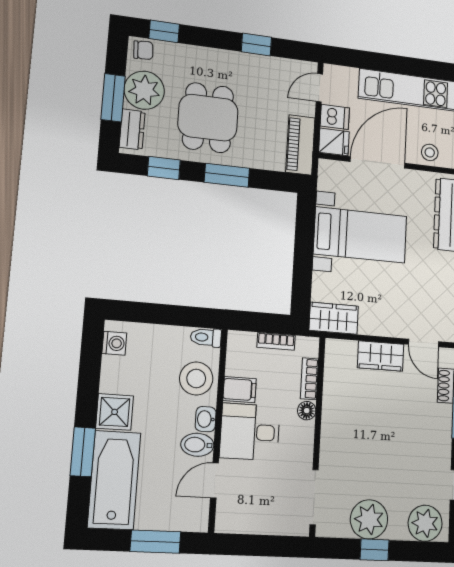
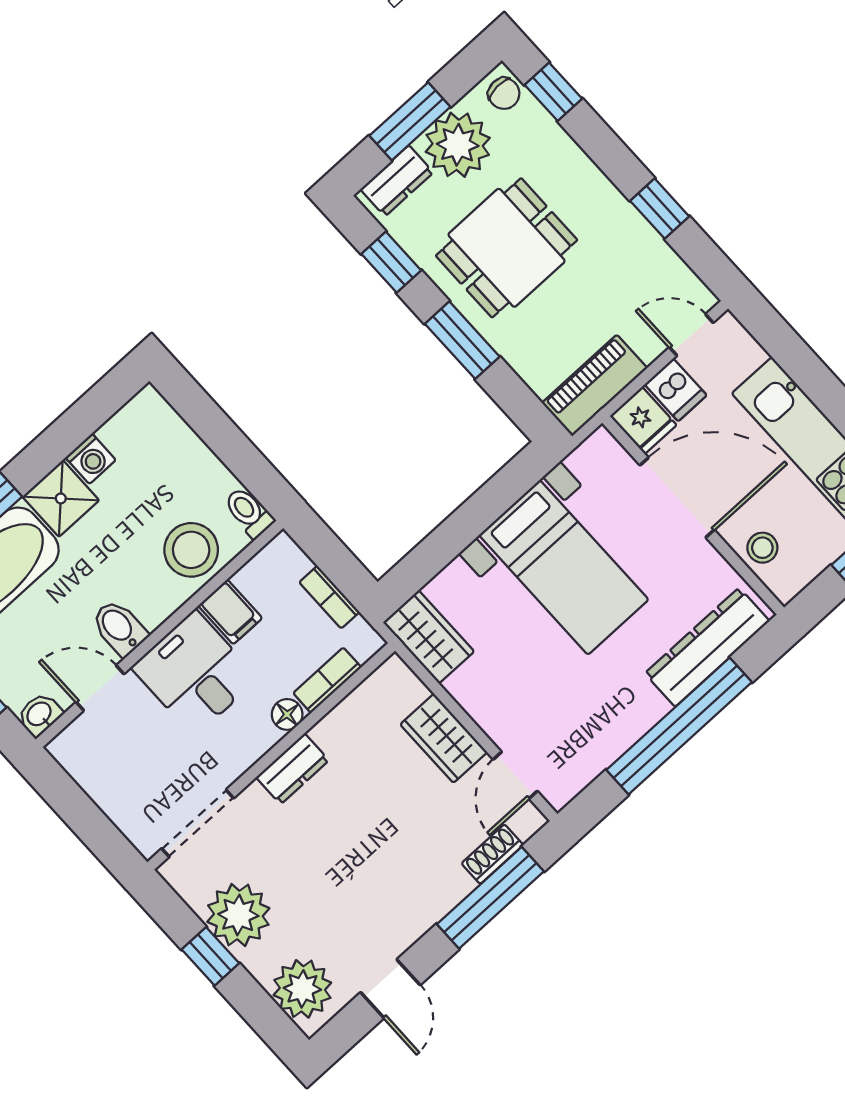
washing machine: (114, 343) -> (91, 459), moved
washbasin: (206, 419) -> (40, 715), moved
dresser: (331, 432) -> (292, 769), added

